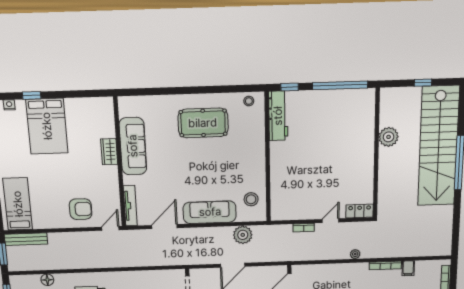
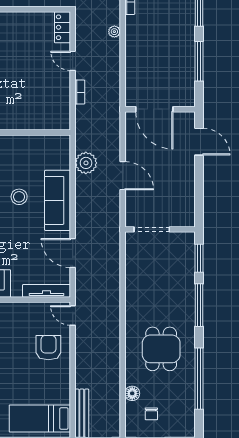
stool: (251, 199) -> (19, 197), moved

